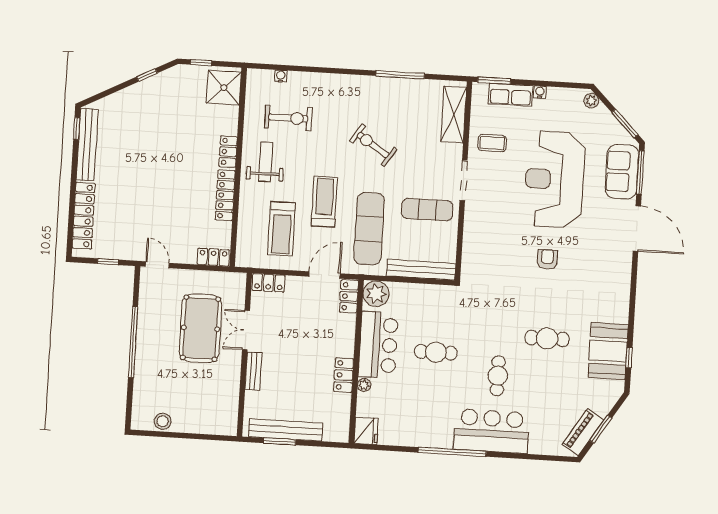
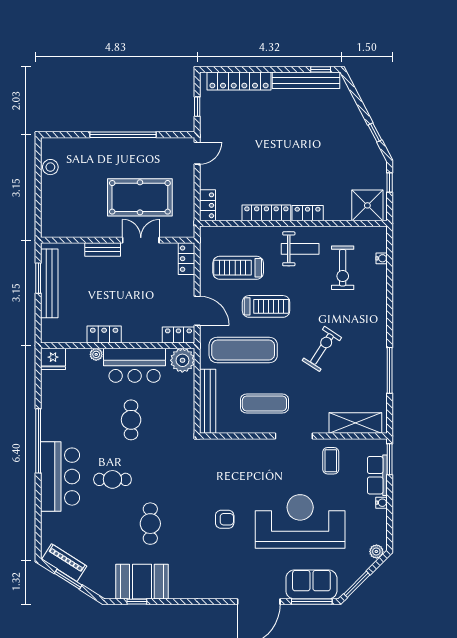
exercise mat: (427, 210) -> (264, 404), turned 90

